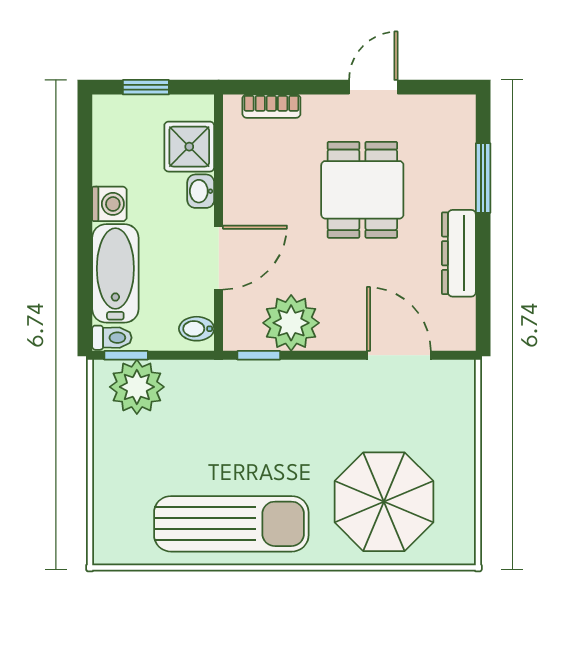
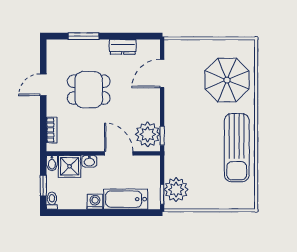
door: (373, 87) -> (43, 85), hinge flipped
dresser: (459, 253) -> (123, 47), width x0.70
plant: (291, 323) -> (148, 134), moved
bidet: (197, 329) -> (52, 163), moved
toilet: (112, 338) -> (52, 201), moved
sun lounger: (231, 524) -> (237, 148), turned 180

